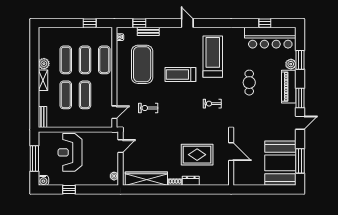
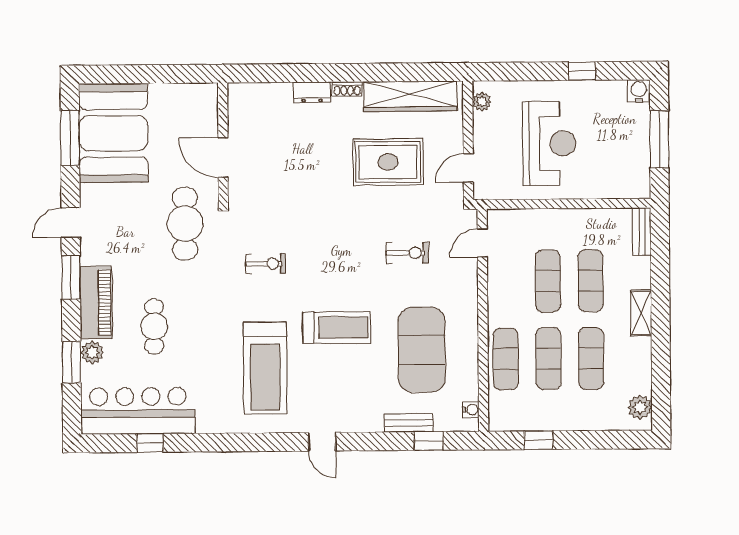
plant: (44, 64) -> (640, 407), moved
cafe table: (249, 83) -> (154, 326), moved
cafe table: (248, 122) -> (185, 224), added
reception desk: (70, 152) -> (549, 143), moved
rug: (197, 155) -> (388, 162), moved

